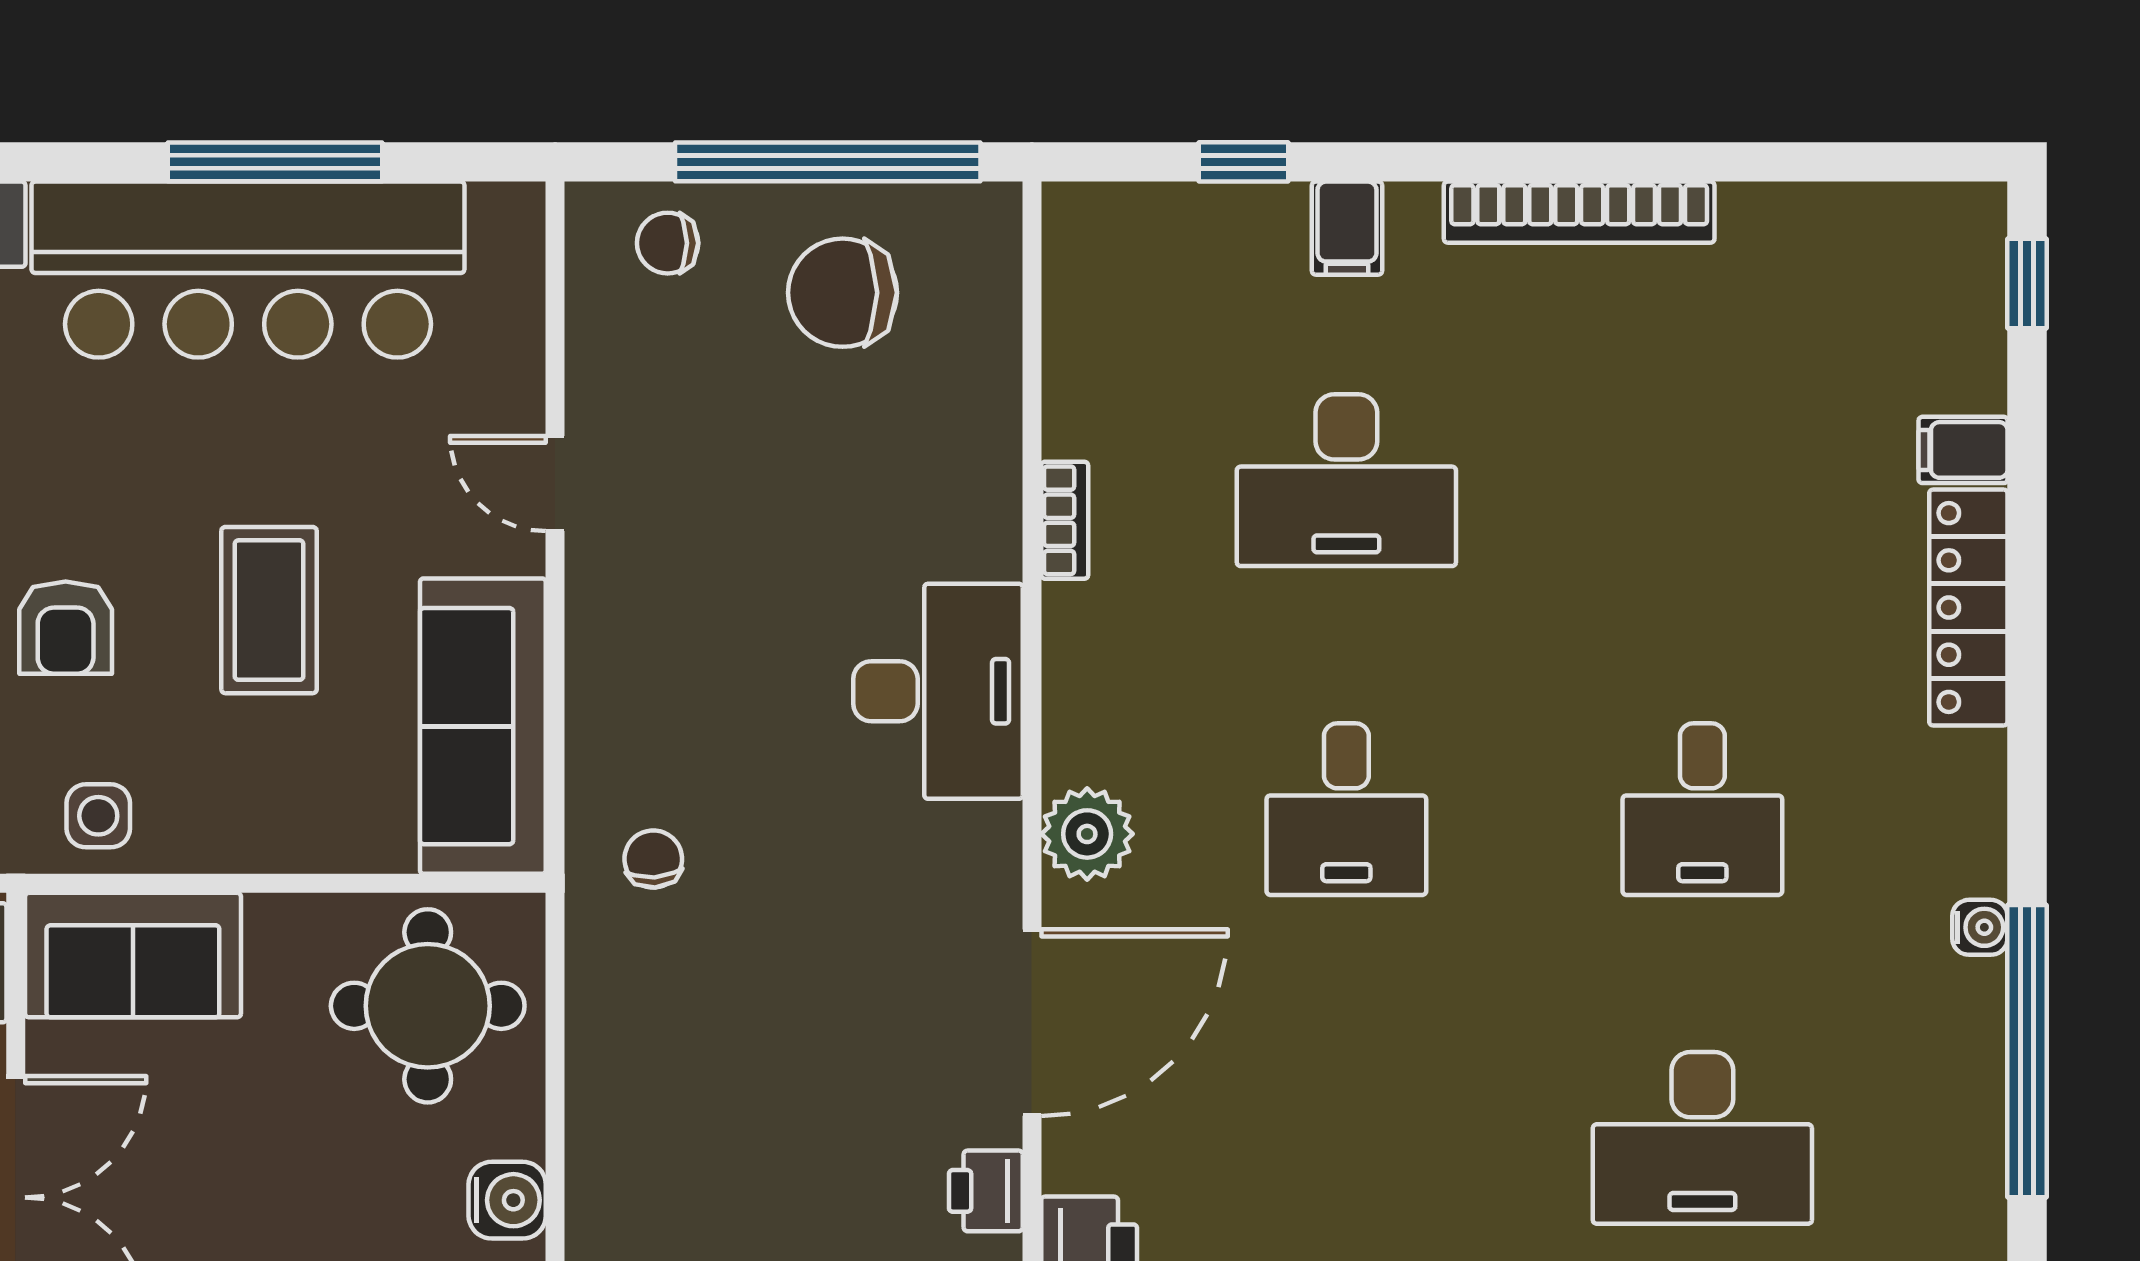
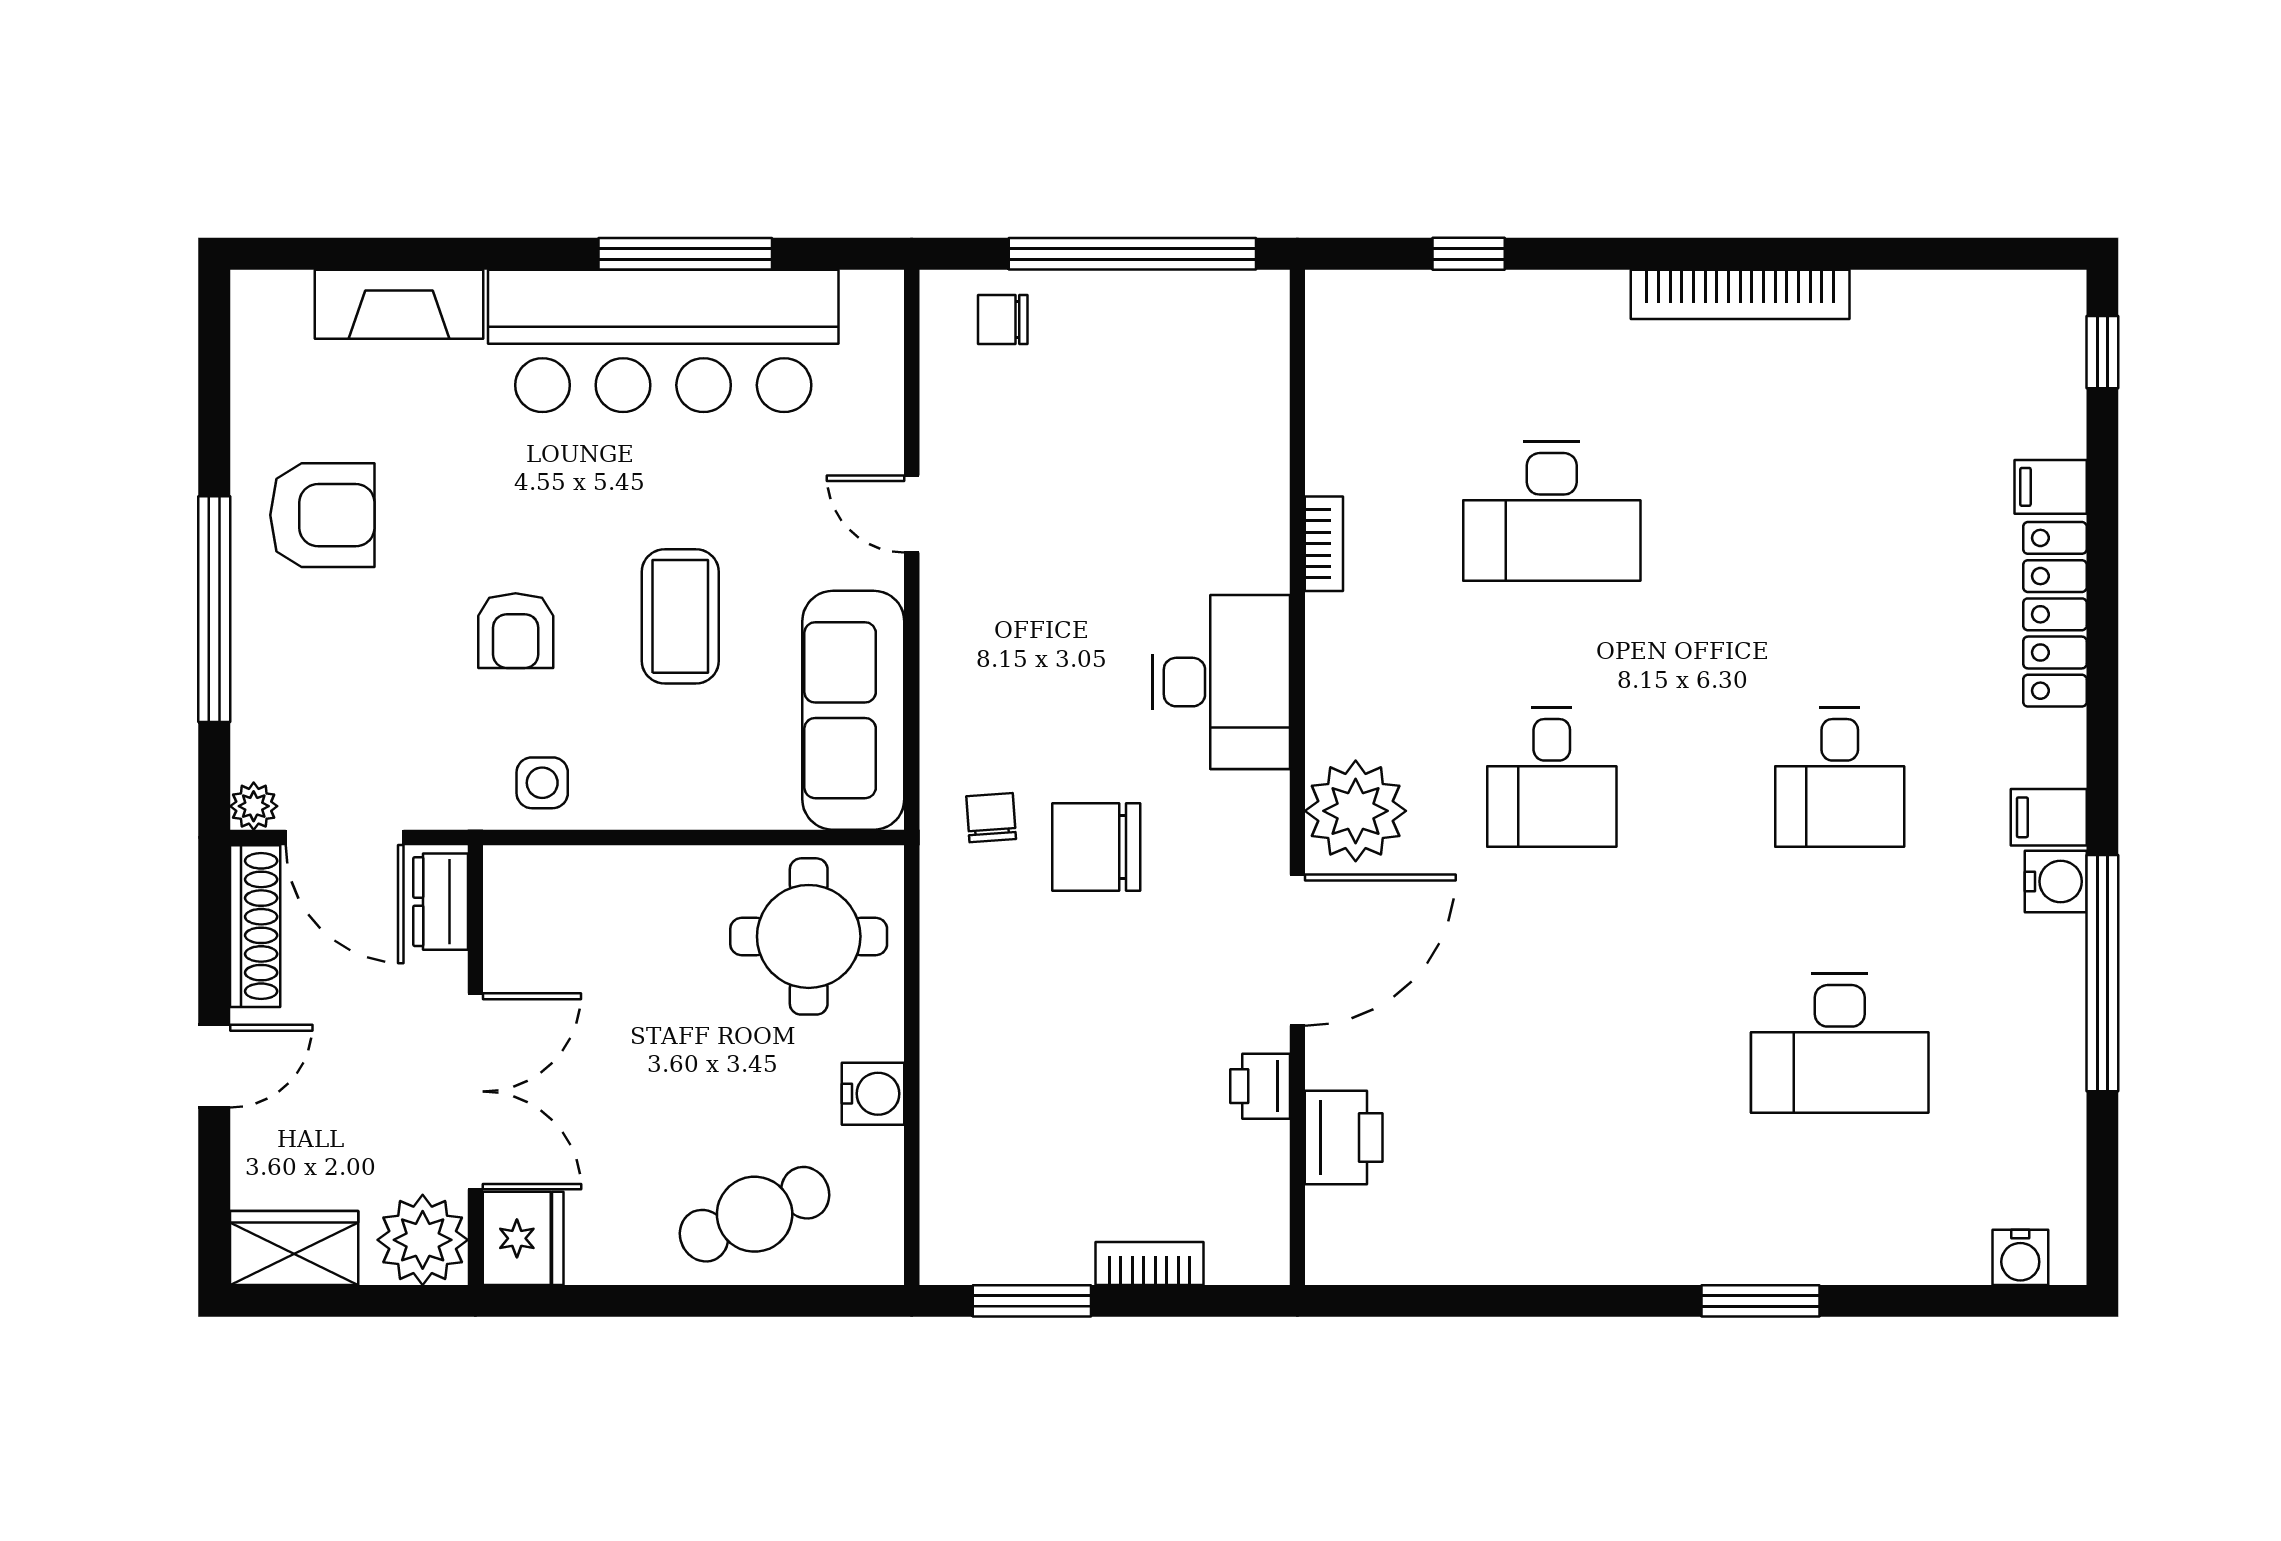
filing cabinet: (1347, 228) -> (2049, 817), moved, turned 90
chair: (843, 293) -> (1096, 847), moved
plant: (1087, 834) -> (1356, 811), width x1.36, depth x1.36
water cooler: (1980, 927) -> (2056, 881), width x1.38, depth x1.38
sofa: (133, 955) -> (570, 895), removed

